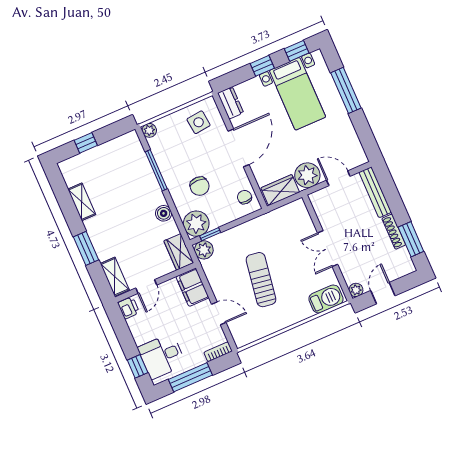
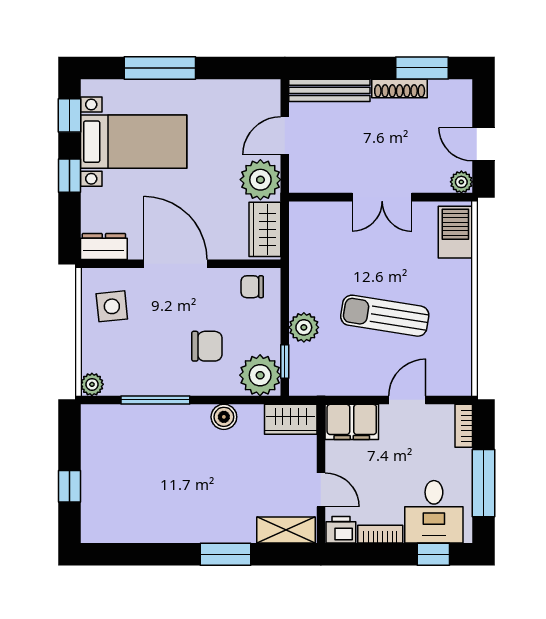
shelving: (82, 202) -> (154, 530), removed
plant: (204, 250) -> (304, 327), moved
bookcase: (136, 331) -> (380, 534), added

